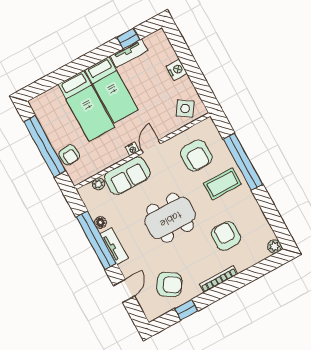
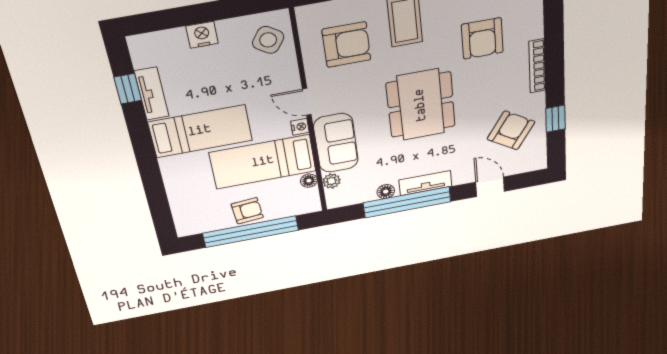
bed: (86, 106) -> (263, 162), moved, turned 180
armchair: (69, 155) -> (247, 211), moved
floor lamp: (95, 169) -> (309, 181), added
armchair: (226, 236) -> (482, 38), turned -90

